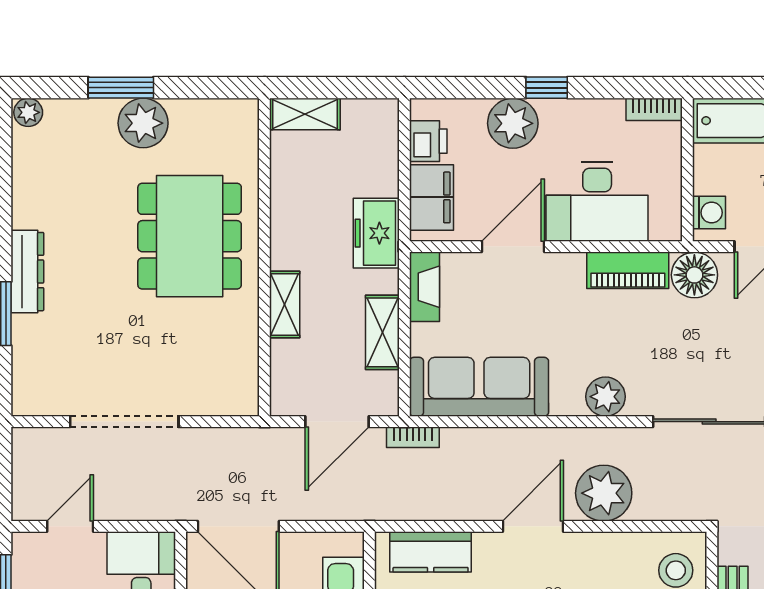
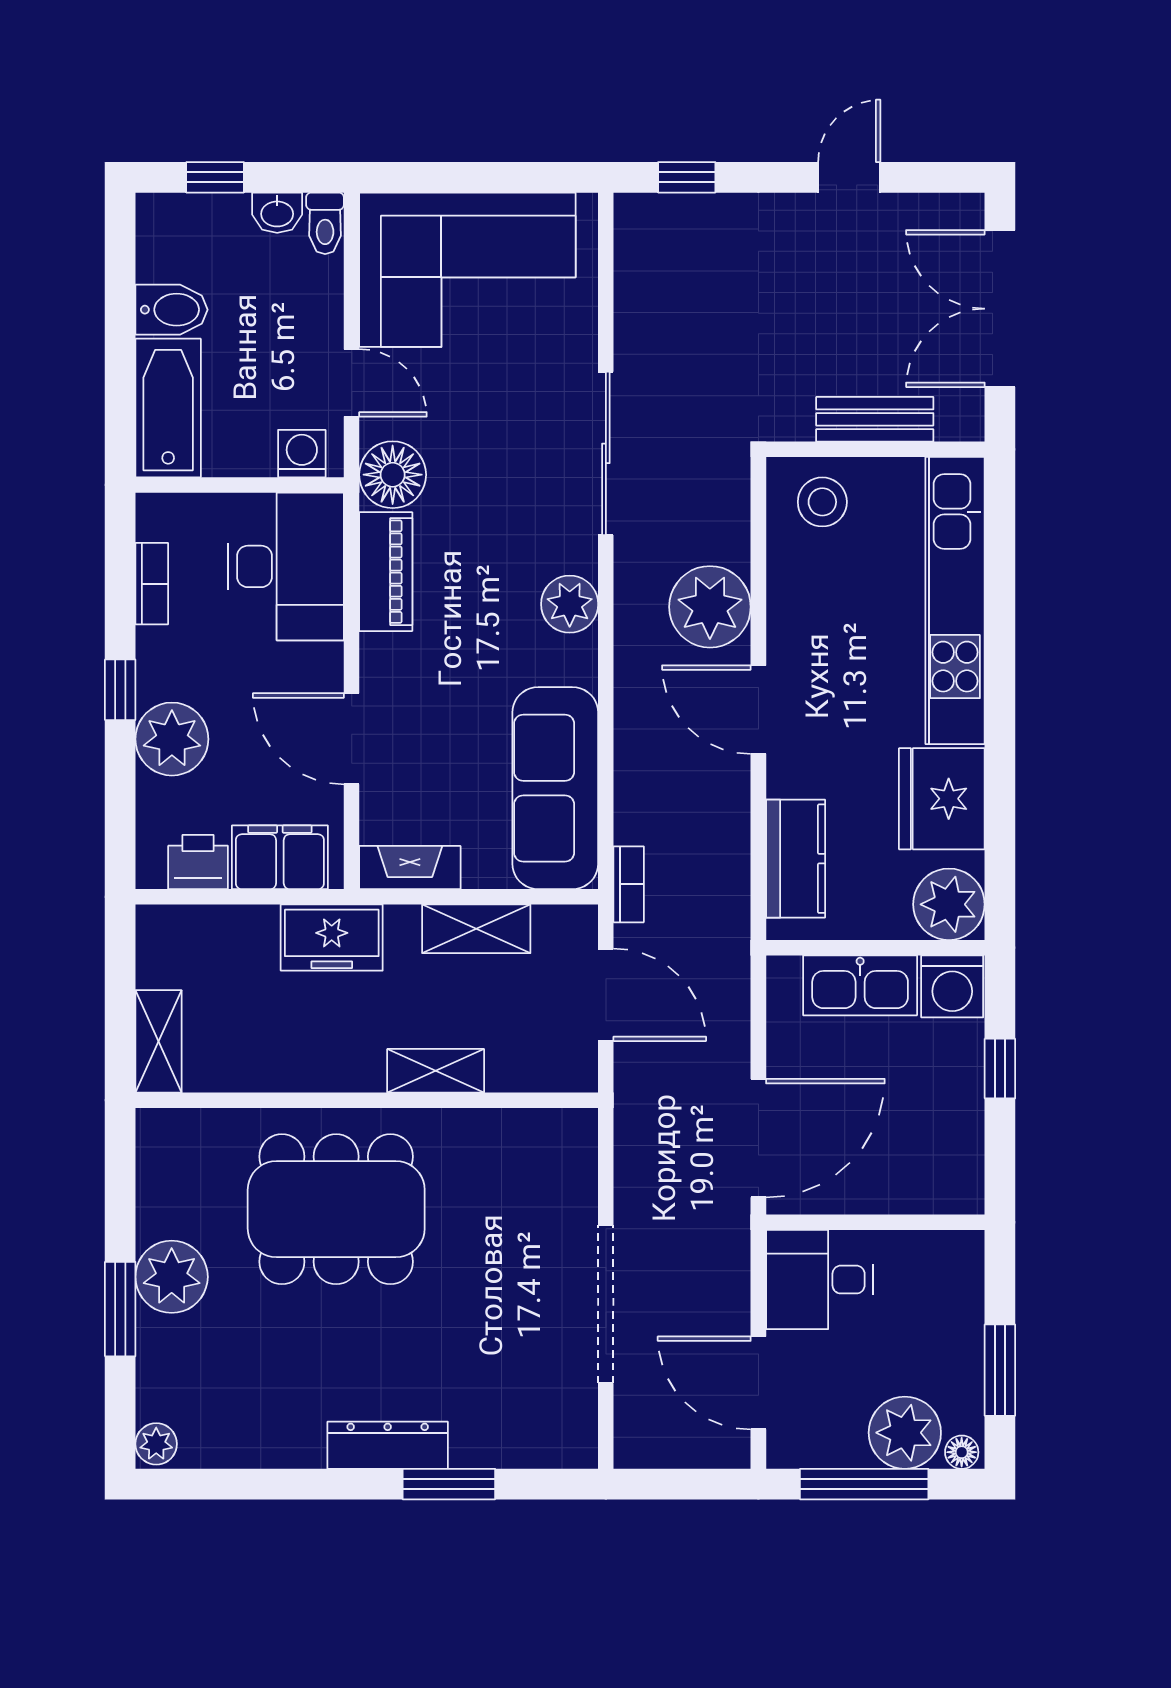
bookcase: (654, 109) -> (152, 584), moved
desk: (597, 202) -> (286, 566), moved
door: (70, 526) -> (758, 1383), width x1.38

